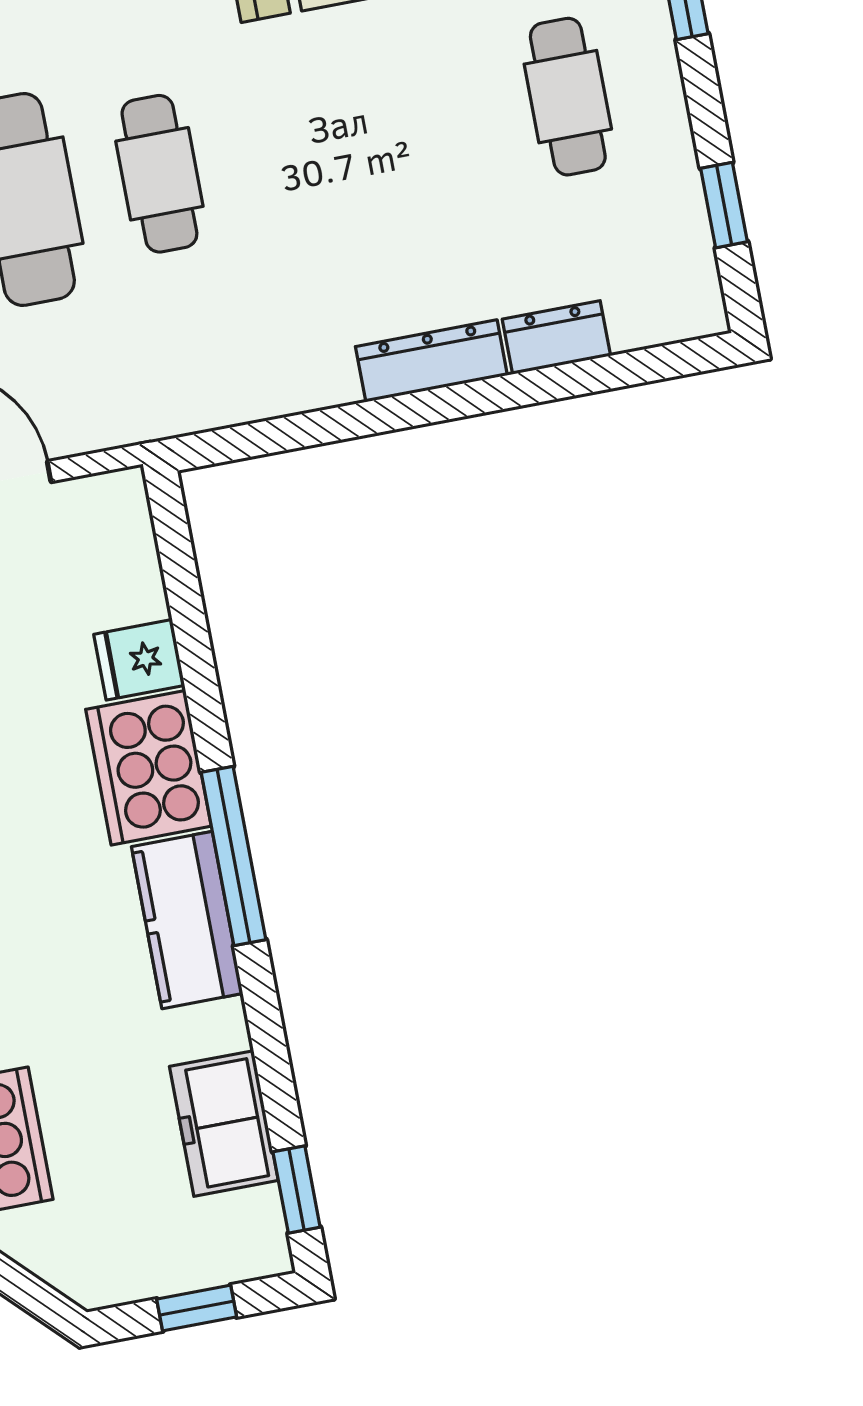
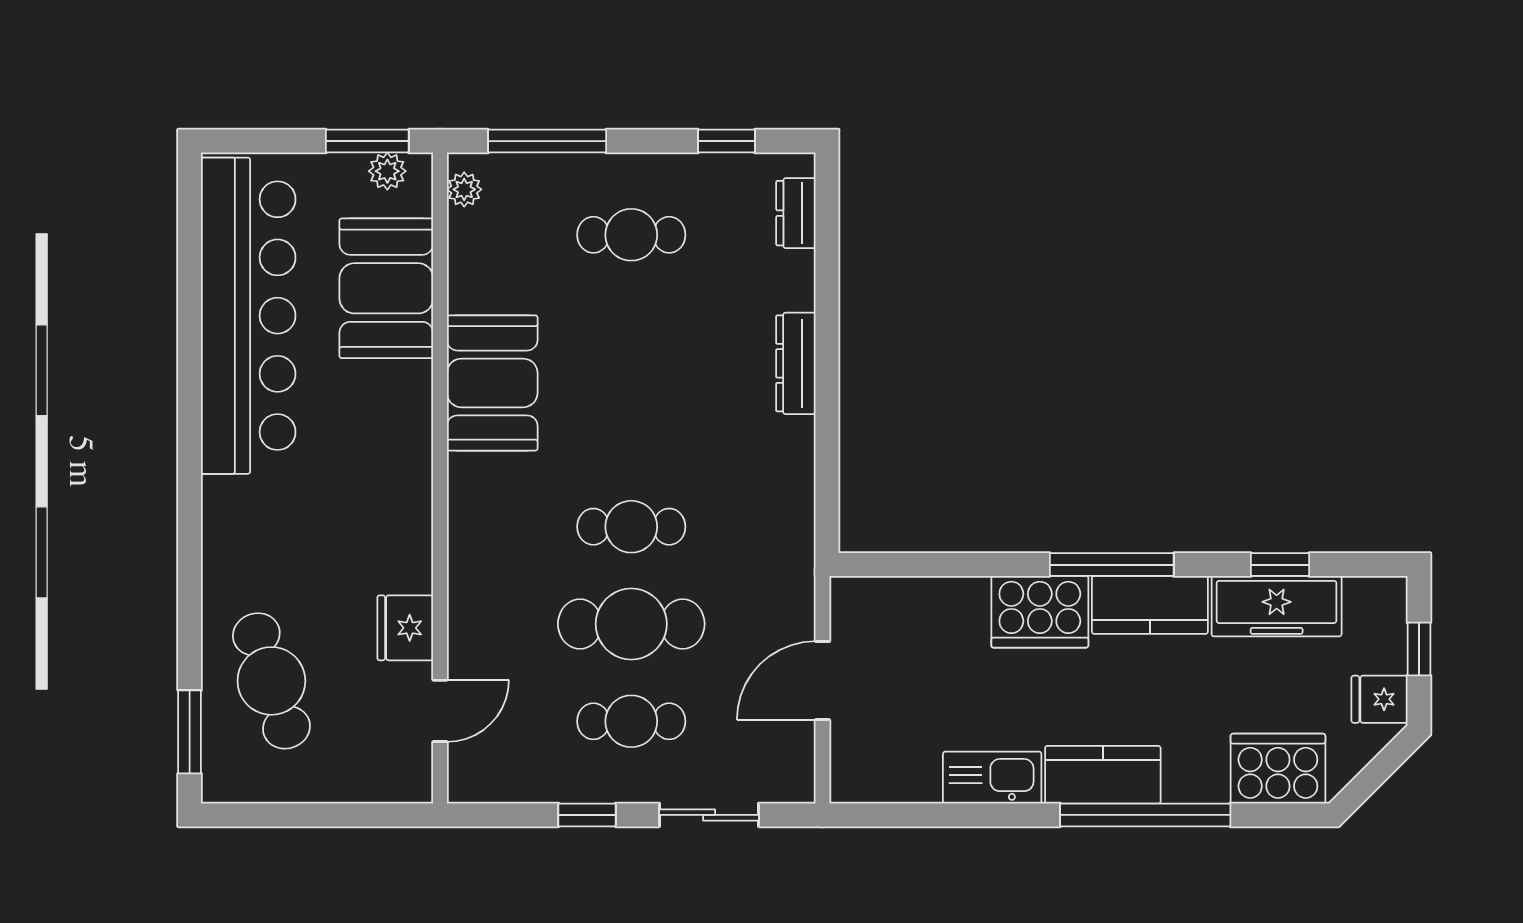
dresser: (556, 337) -> (796, 213), moved
fridge: (139, 660) -> (1380, 699), moved, turned 90
freezer: (224, 1123) -> (1277, 606), width x1.40
window: (297, 1190) -> (1280, 565), moved

